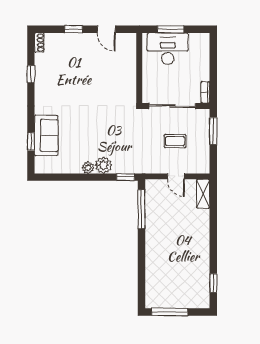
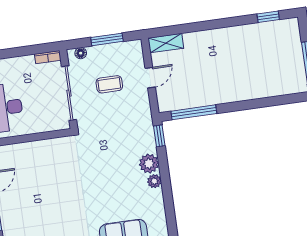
floor lamp: (205, 121) -> (81, 53), added
window: (213, 131) -> (107, 39), moved
coffee table: (175, 141) -> (109, 84), turned 90

